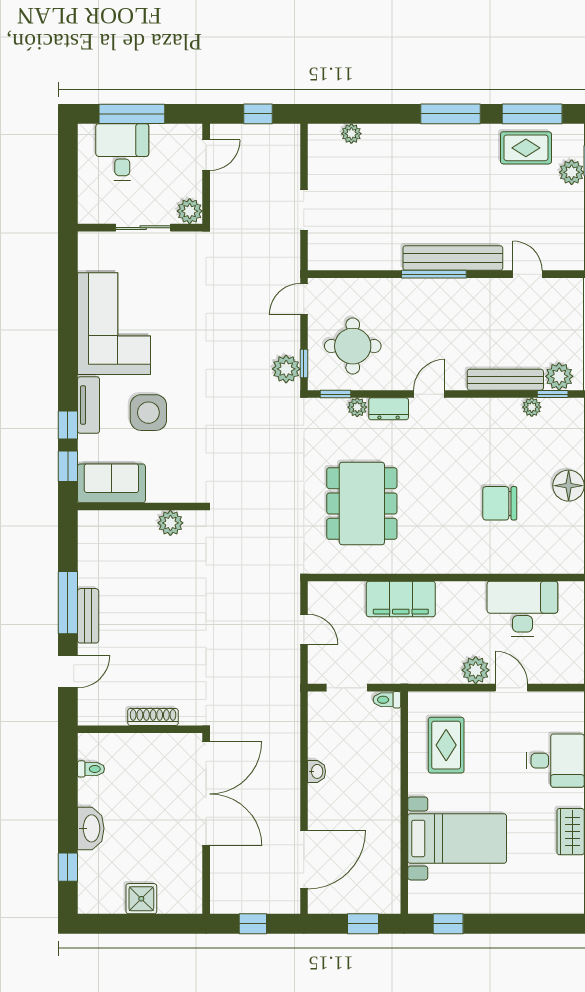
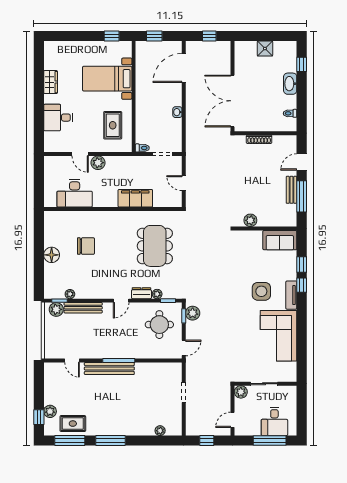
sofa: (111, 483) -> (280, 240), moved
wall: (140, 507) -> (266, 229), moved
plant: (170, 523) -> (250, 220), moved

